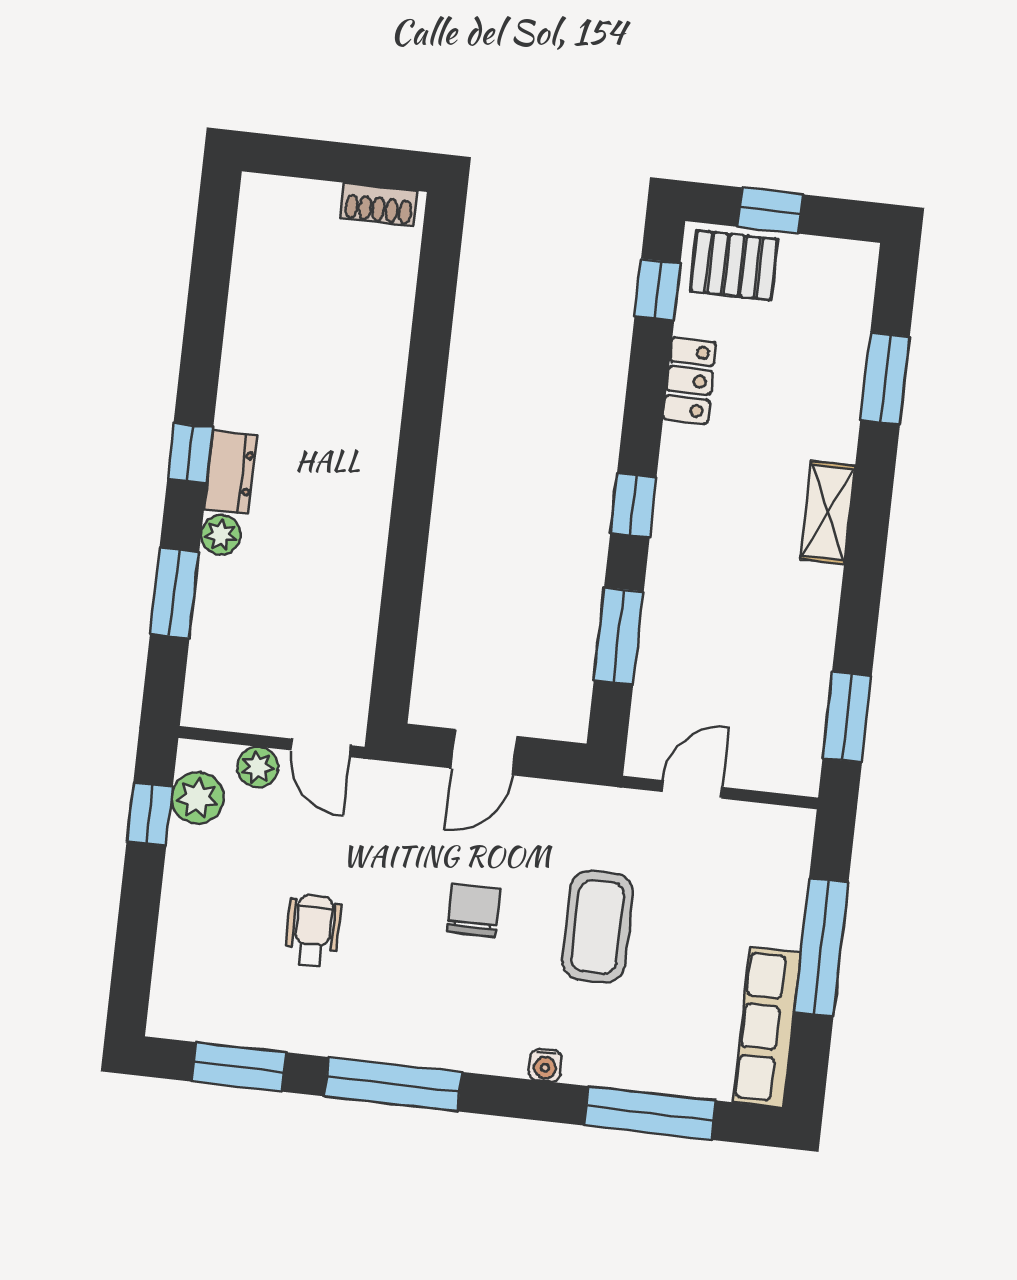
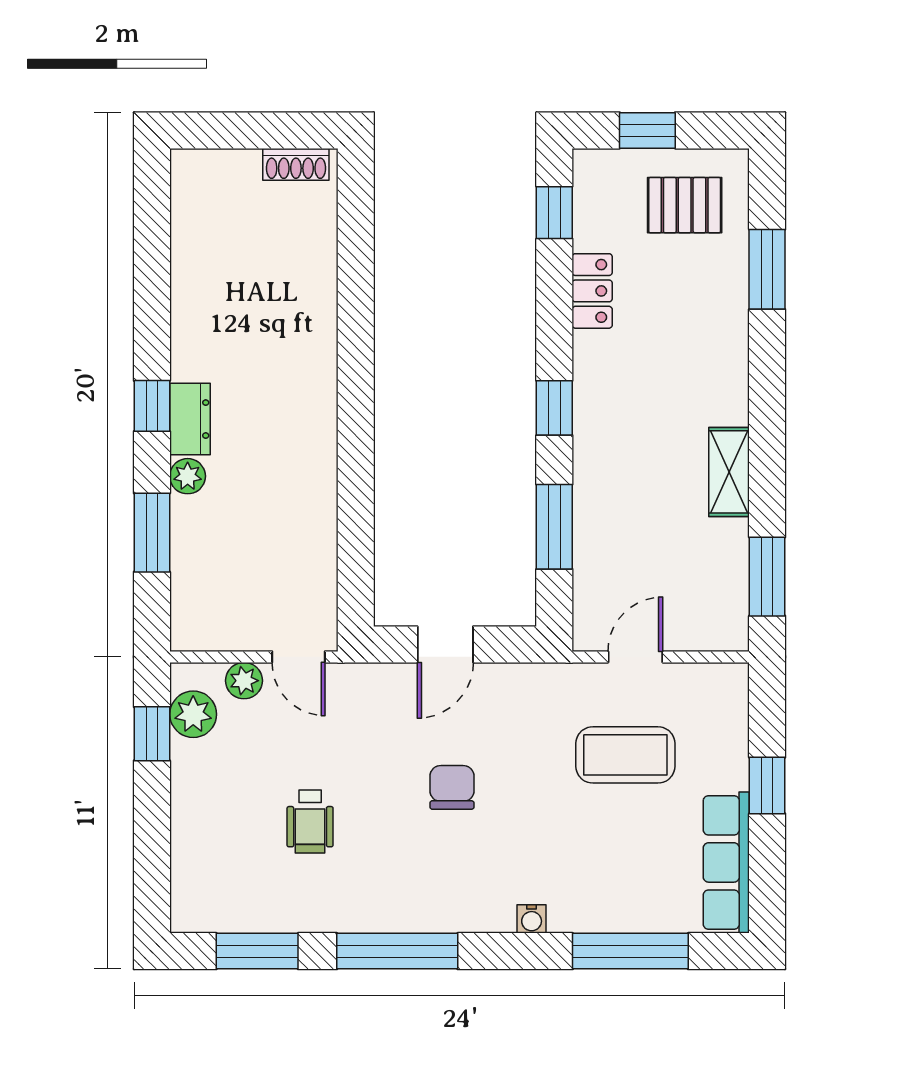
pallet: (734, 265) -> (685, 205), moved
shelving: (828, 512) -> (729, 472), moved
coffee table: (598, 927) -> (625, 755), moved, turned 90
wheelchair: (313, 931) -> (310, 822), turned 180
window: (821, 947) -> (767, 785), width x0.46

